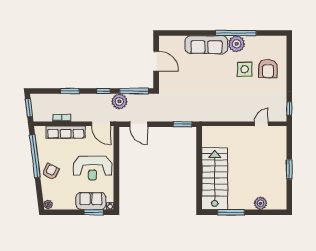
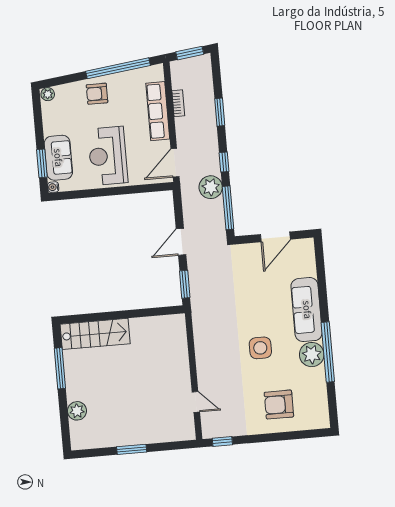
side table: (245, 69) -> (260, 348), moved
door: (139, 124) -> (181, 242), moved
armchair: (51, 172) -> (97, 94), turned 152
stairs: (215, 179) -> (95, 334), width x0.73, depth x0.66

